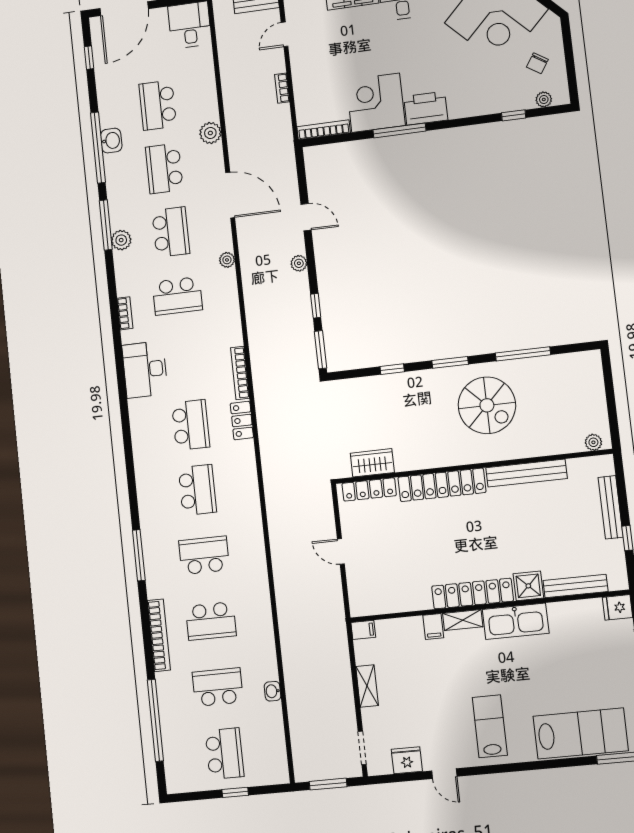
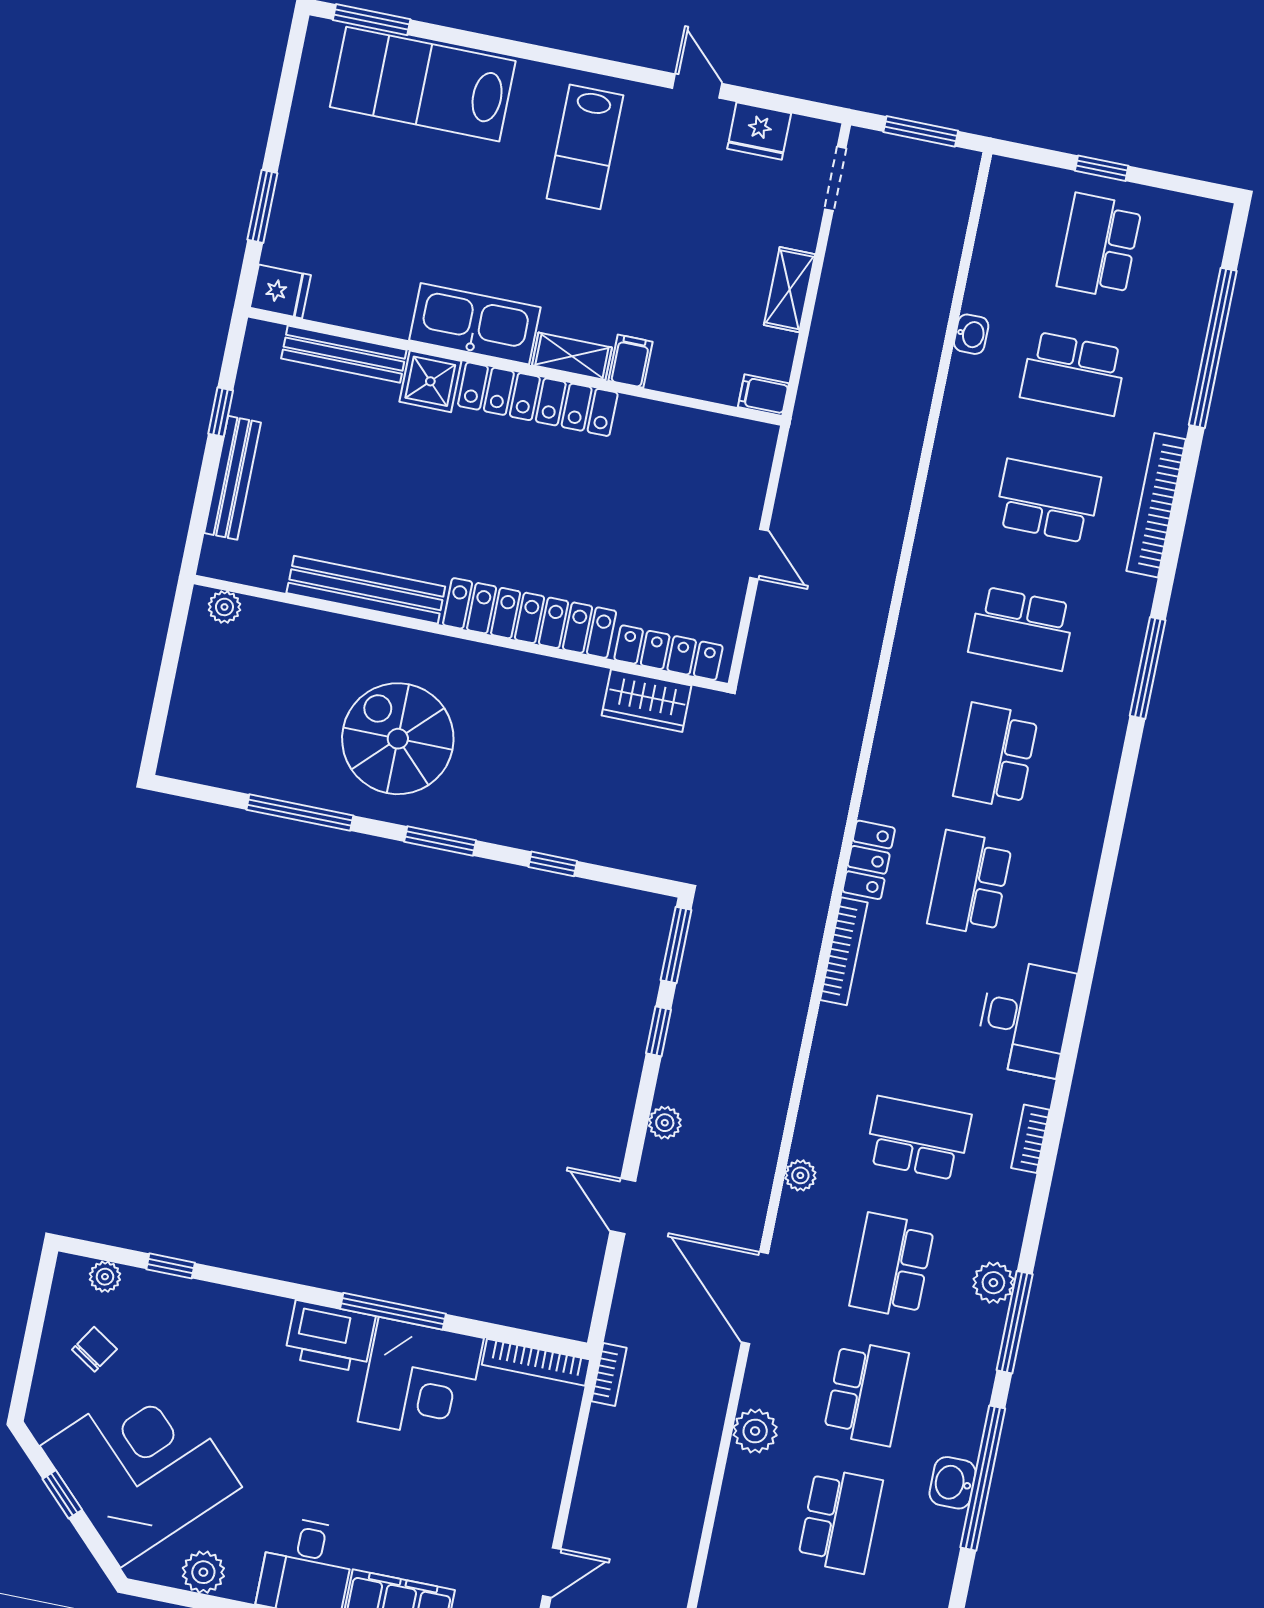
bookcase: (282, 88) -> (609, 1374), moved

